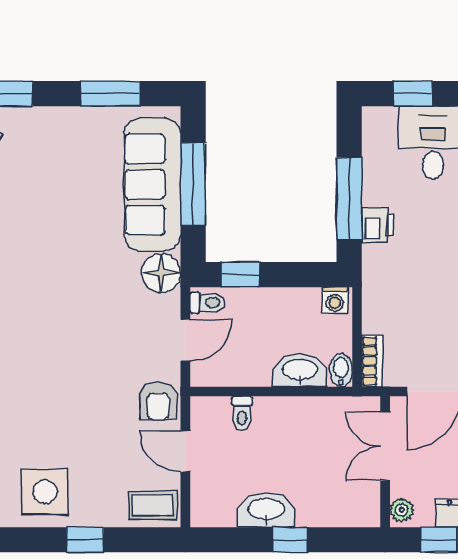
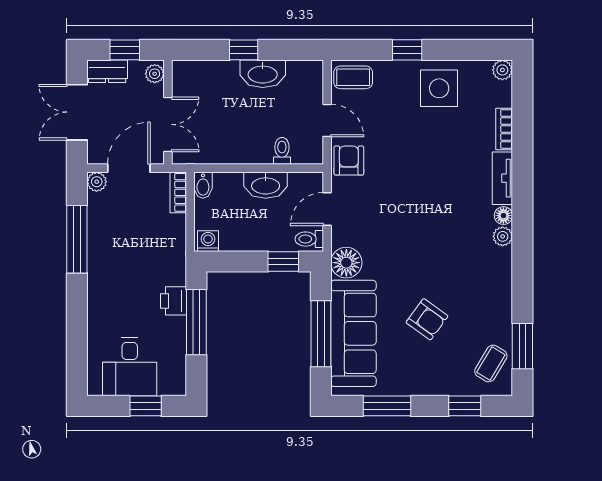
armchair: (60, 202) -> (427, 319), added
washbasin: (300, 370) -> (266, 185), moved

